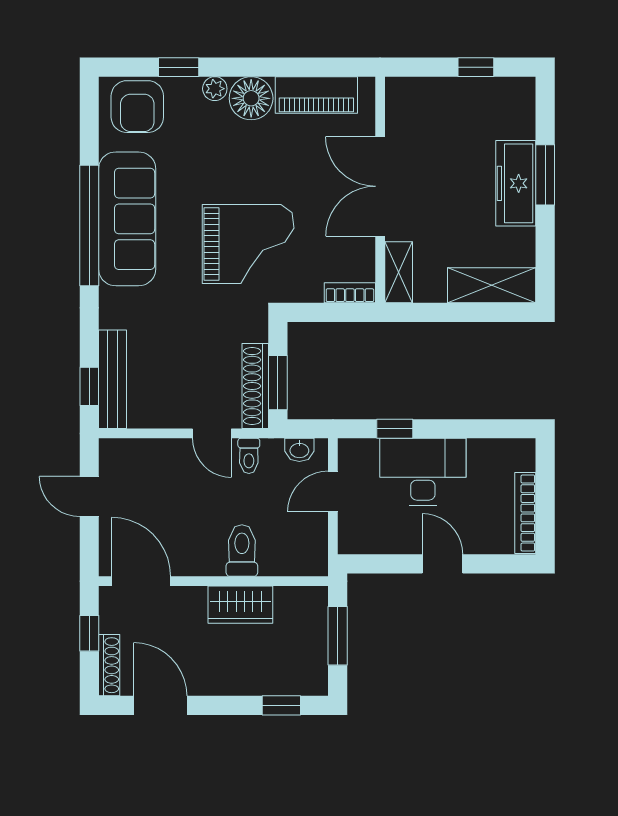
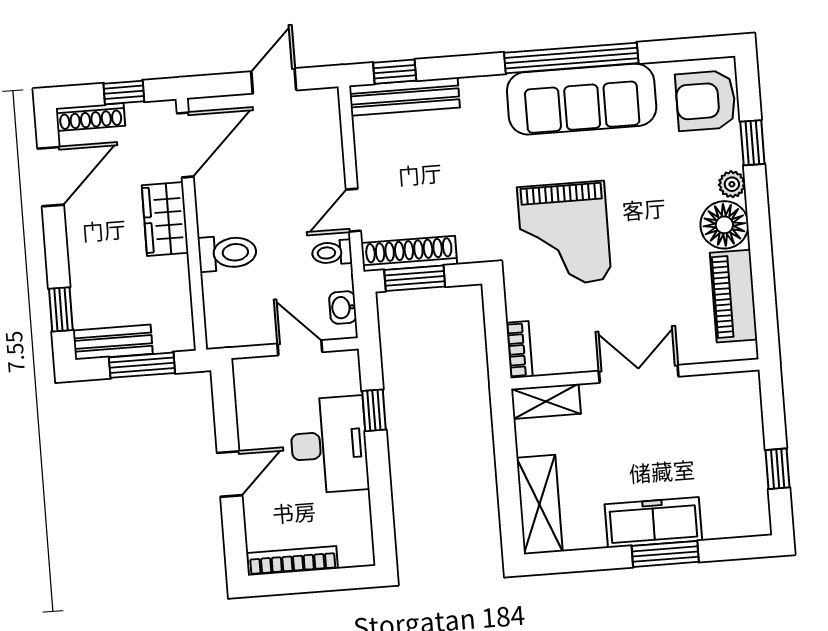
double door: (380, 186) -> (639, 374), width x0.73
wardrobe: (240, 605) -> (165, 219), moved
bench: (315, 661) -> (113, 342), added

